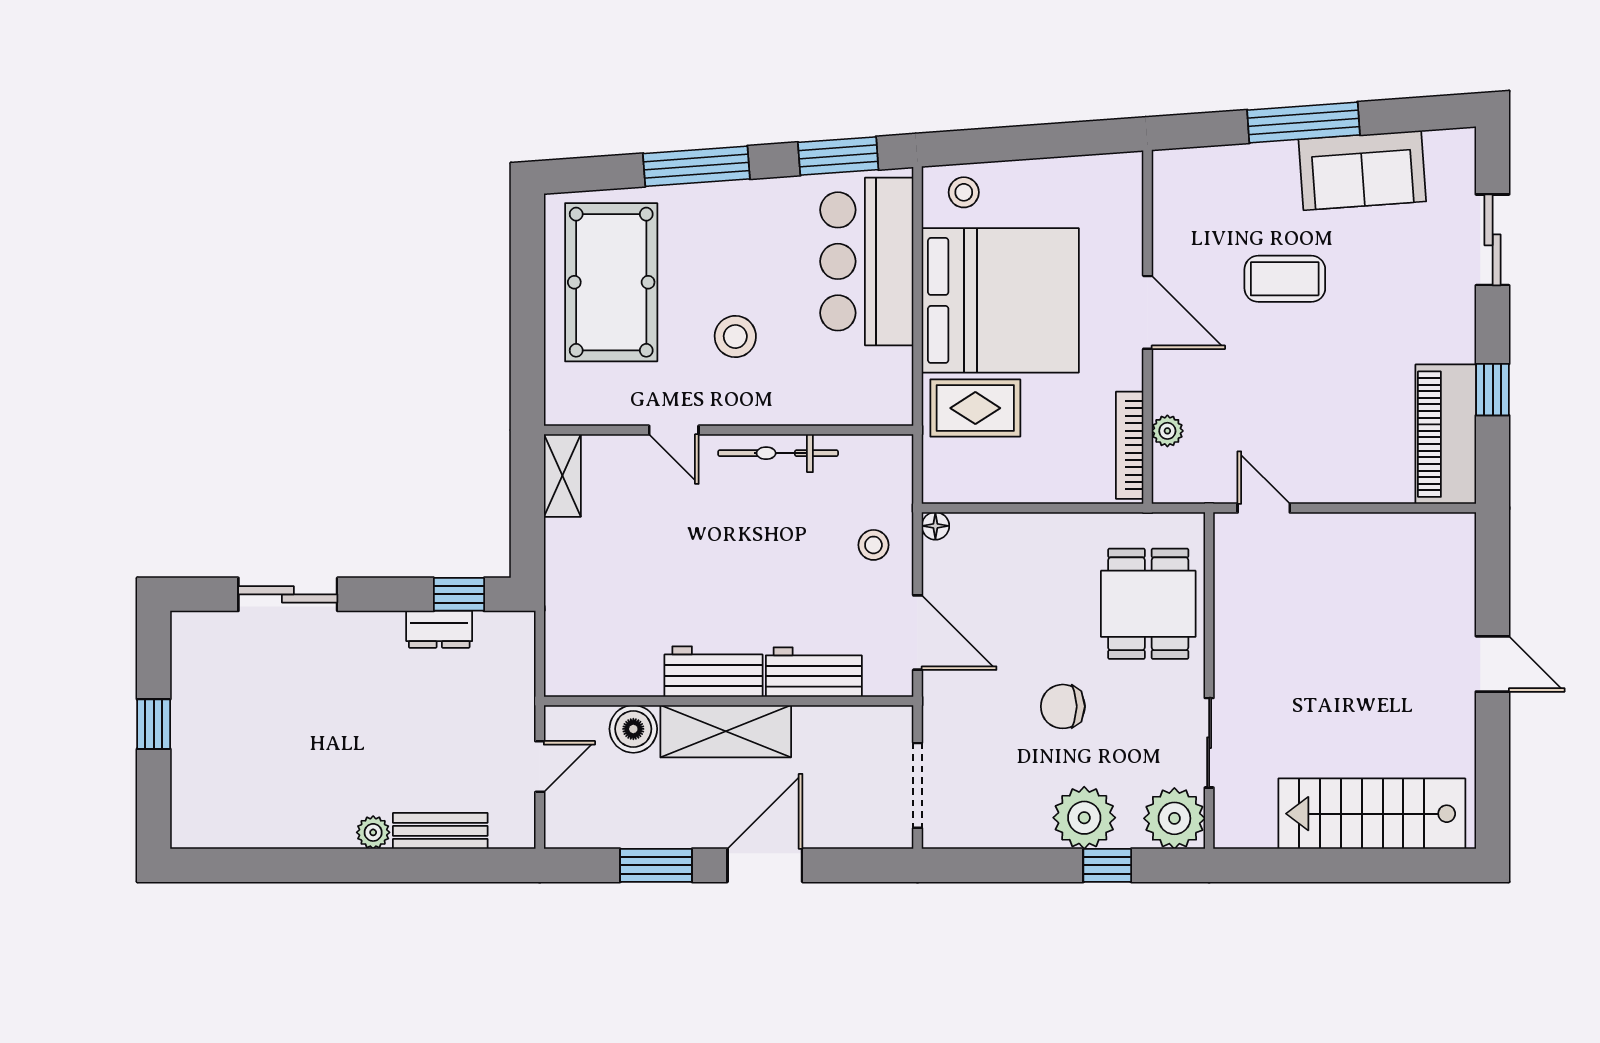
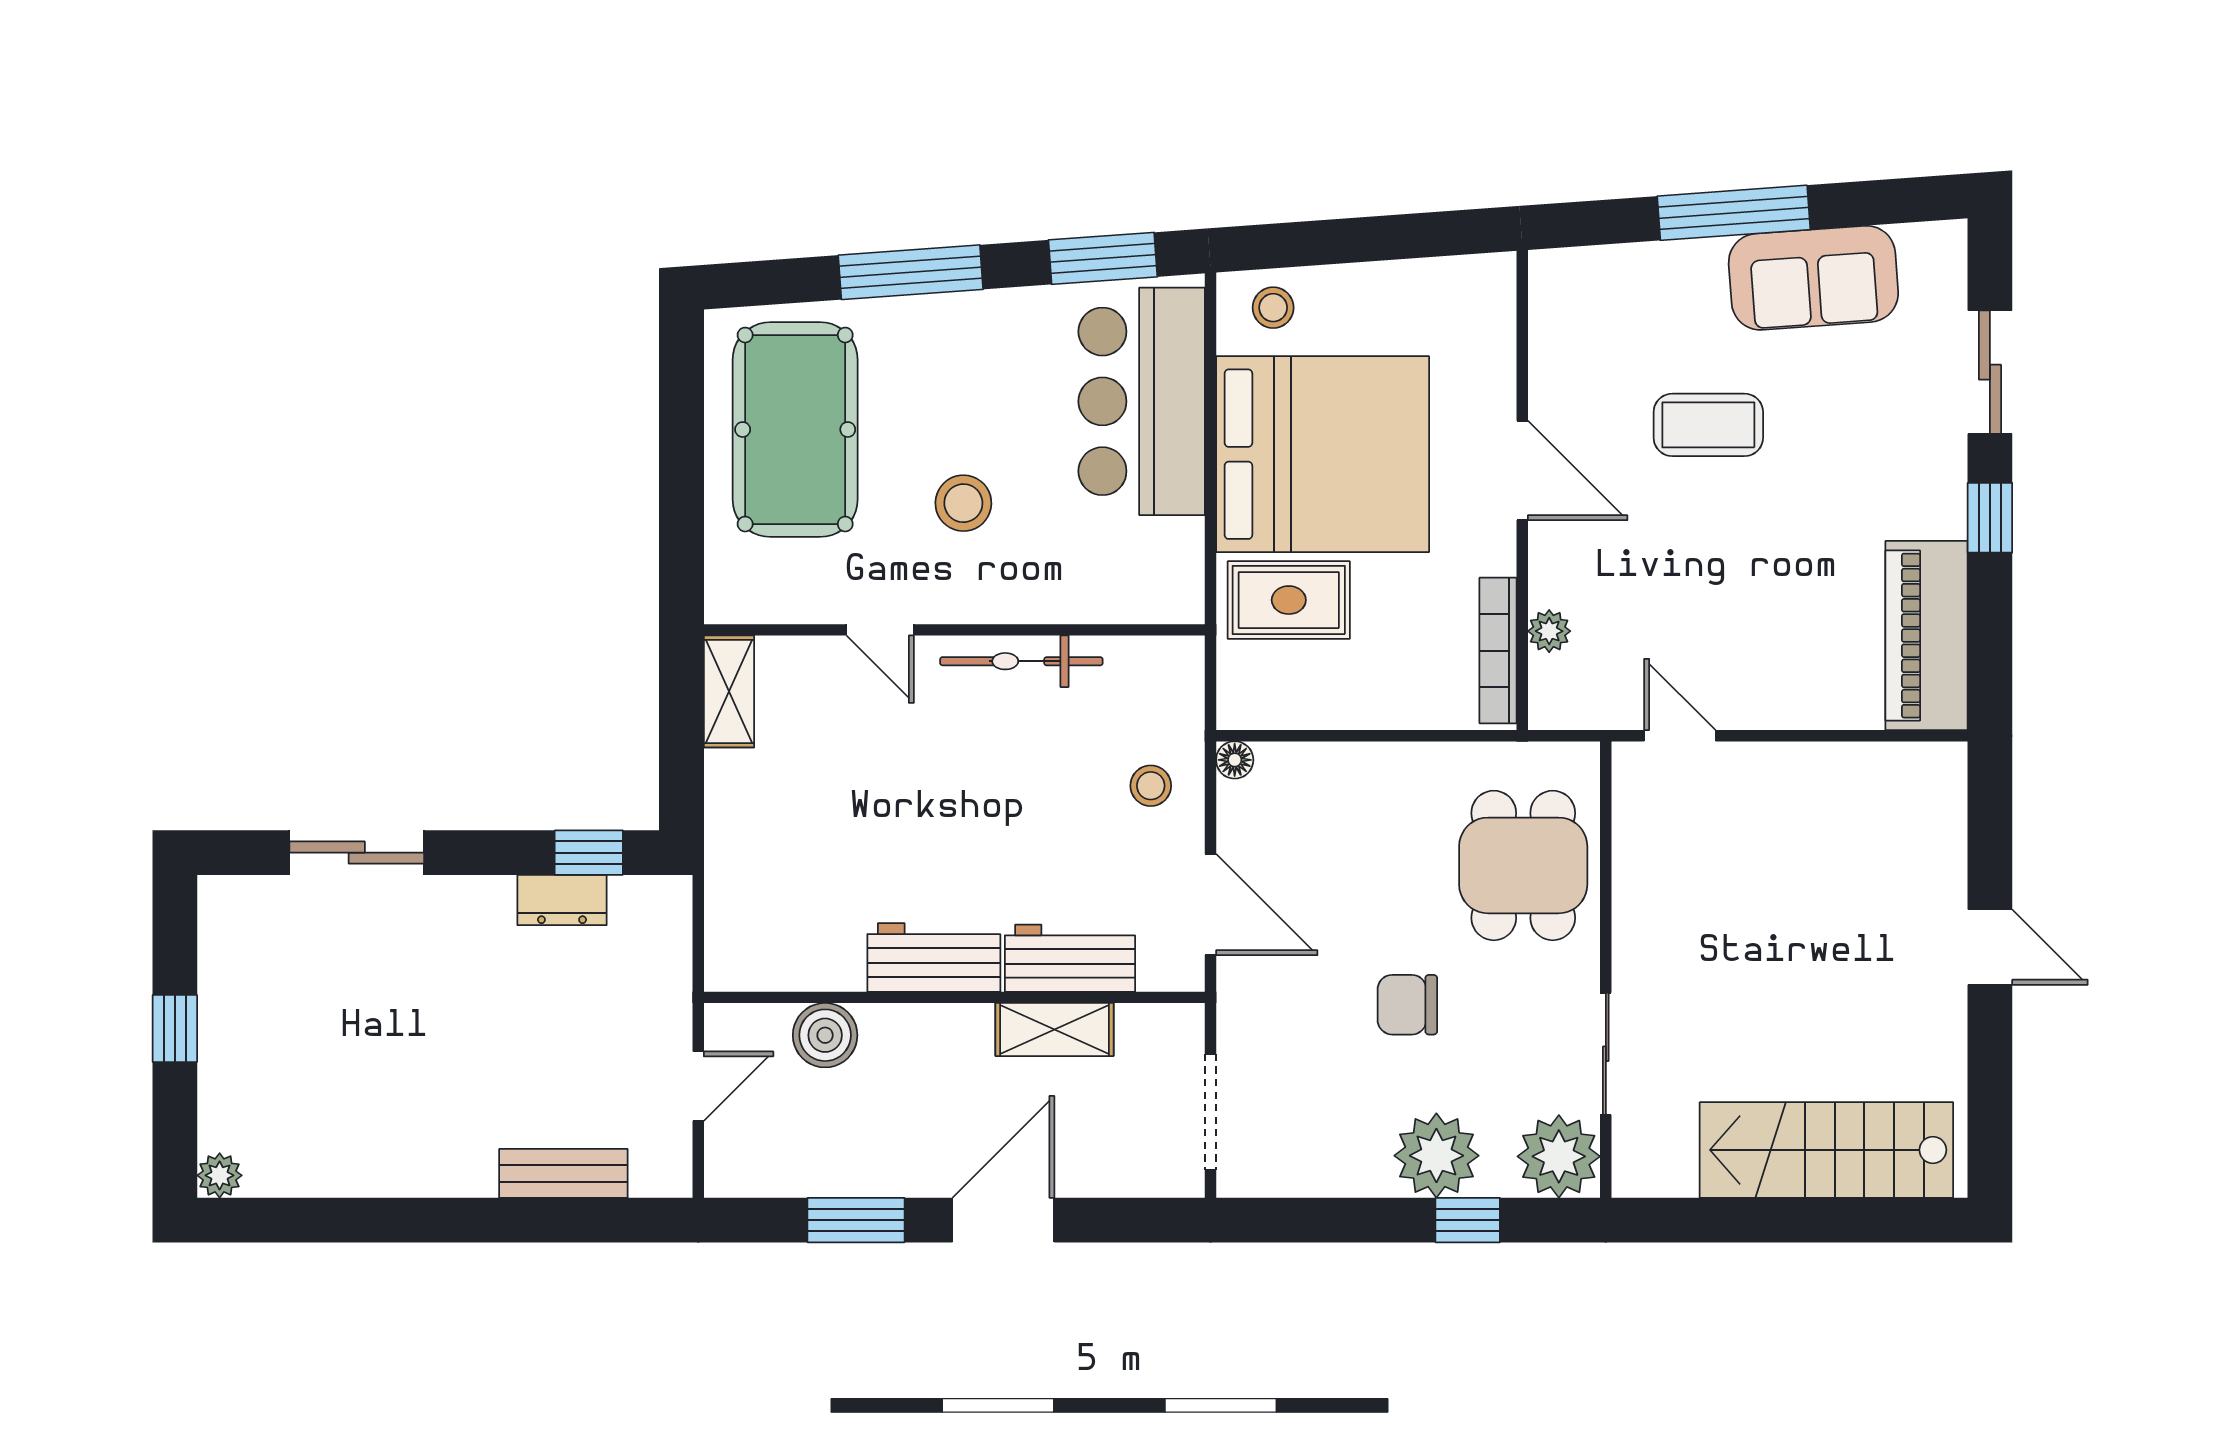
window: (1493, 390) -> (1990, 518), moved
shelving: (726, 731) -> (1054, 1030), moved, width x0.67, depth x0.75
plant: (373, 832) -> (220, 1175), moved

